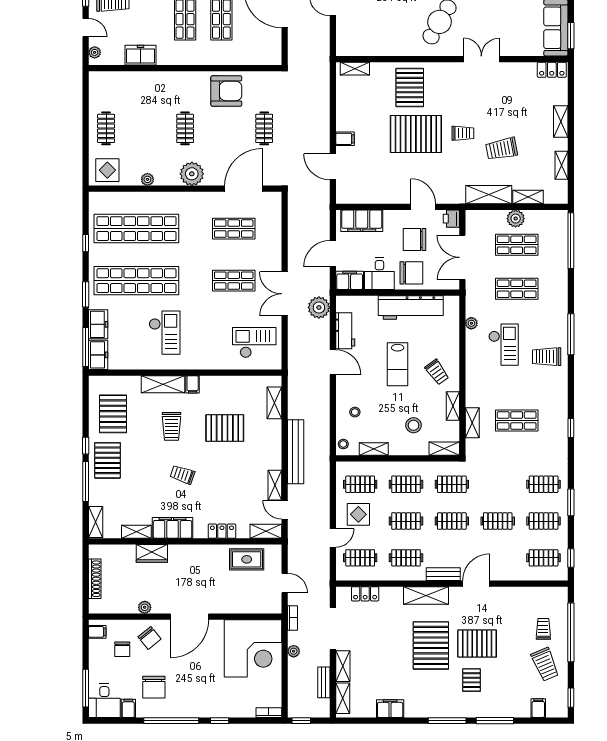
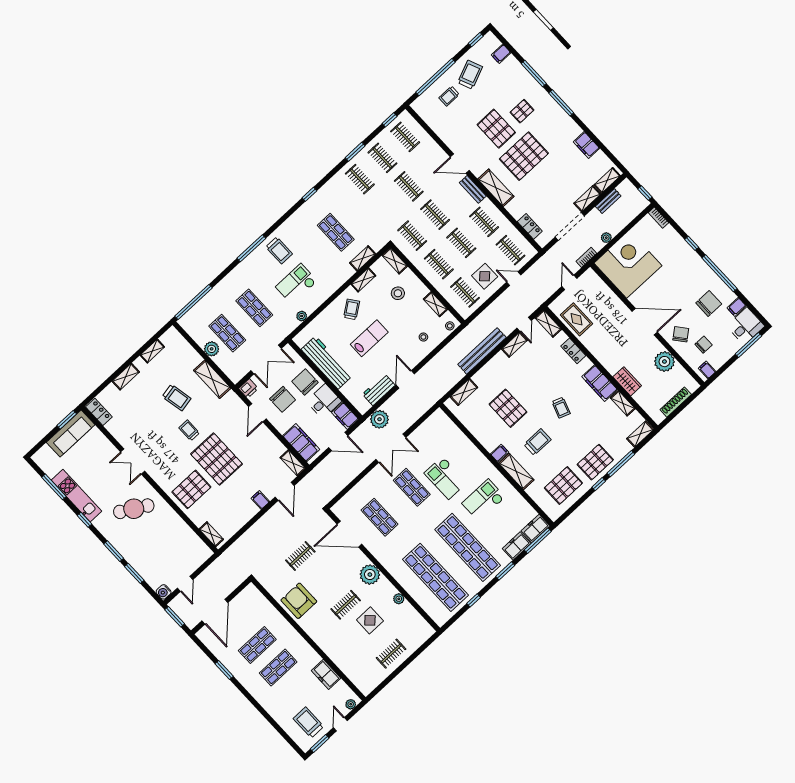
display table: (107, 170) -> (370, 620), moved
shelving: (528, 197) -> (293, 463), moved
checkout: (254, 342) -> (446, 478), moved
plant: (145, 607) -> (664, 362), width x1.88, depth x1.88

